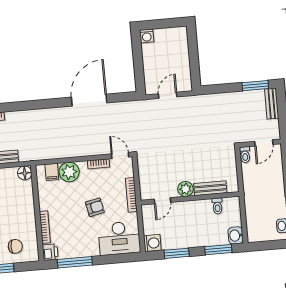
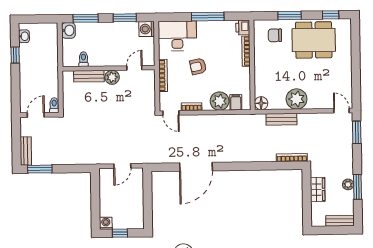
window: (165, 24) -> (120, 233), added
washing machine: (147, 36) -> (106, 223), moved
window: (75, 262) -> (208, 17), moved

